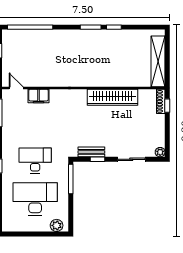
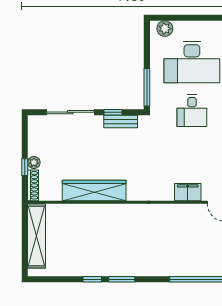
window: (167, 106) -> (25, 167), moved
plant: (160, 152) -> (34, 163), moved
sliding door: (131, 159) -> (70, 112), width x1.37
desk: (35, 160) -> (192, 111), width x0.73

